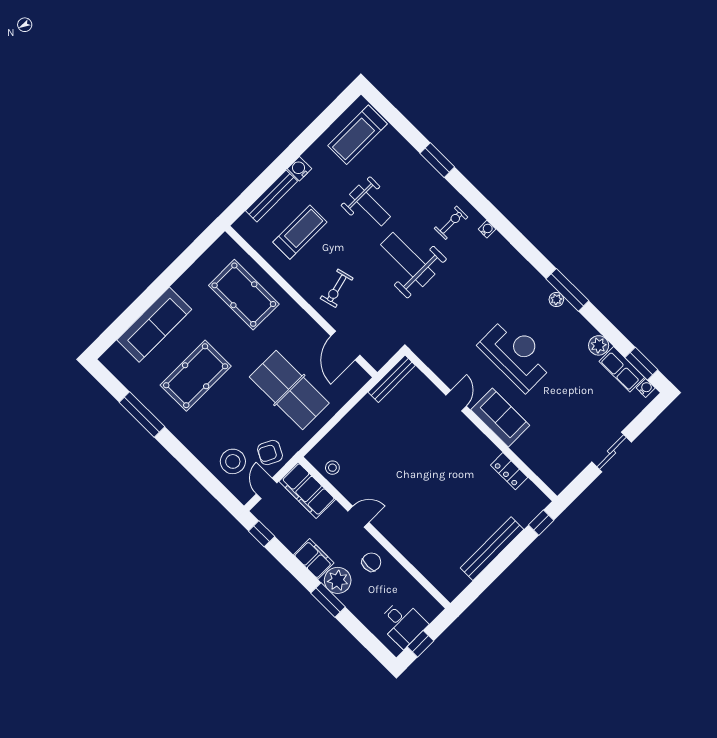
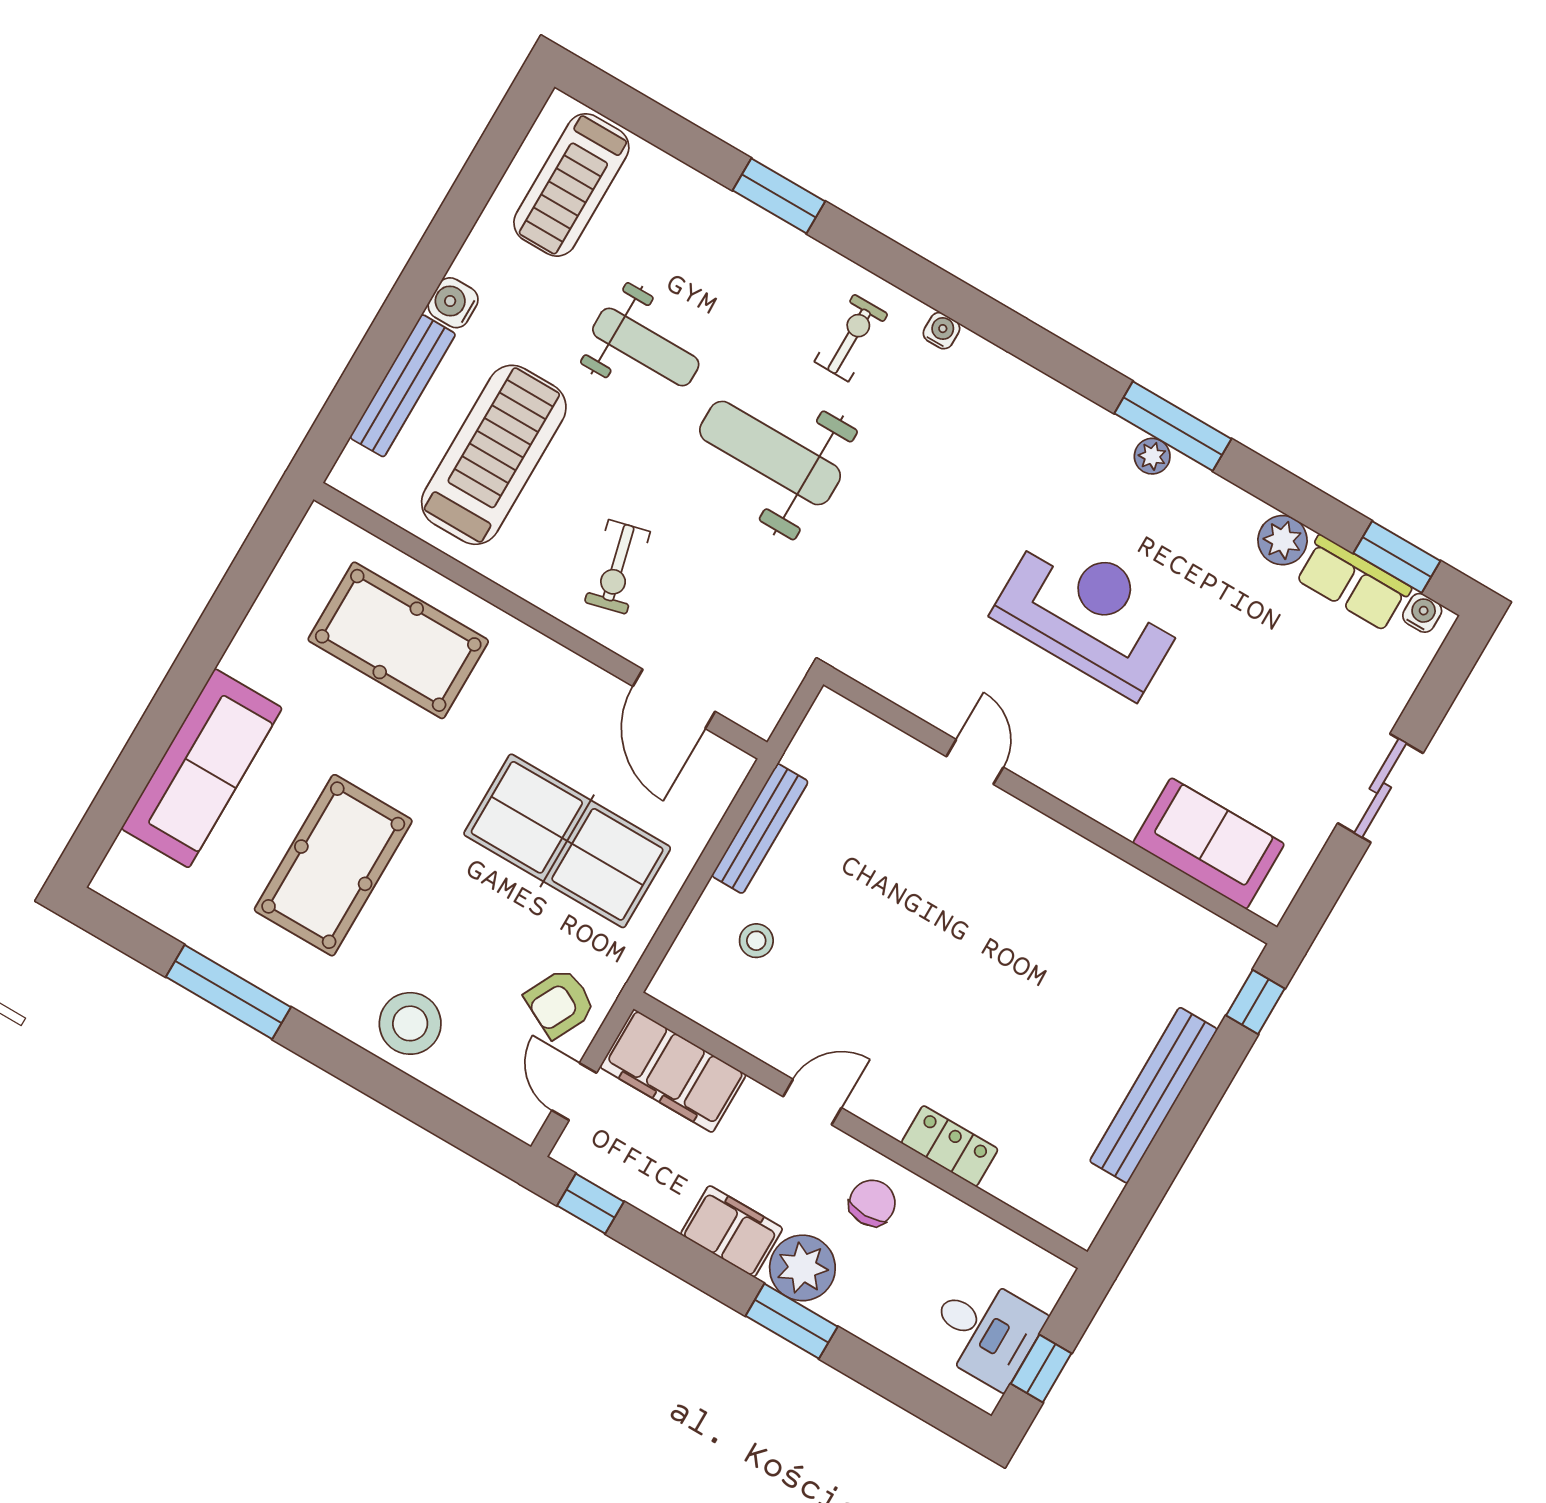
treadmill: (300, 232) -> (494, 455), width x1.37, depth x1.38
bench: (392, 379) -> (760, 829), moved
sofa: (500, 418) -> (1209, 843), moved
stool: (233, 461) -> (410, 1023), moved
stool: (332, 468) -> (756, 941), moved
locker: (509, 471) -> (950, 1146), moved, turned 180

